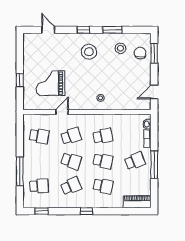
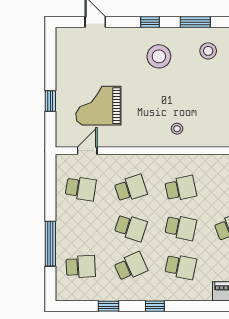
door: (62, 112) -> (87, 151), moved
window: (42, 211) -> (109, 306), moved

